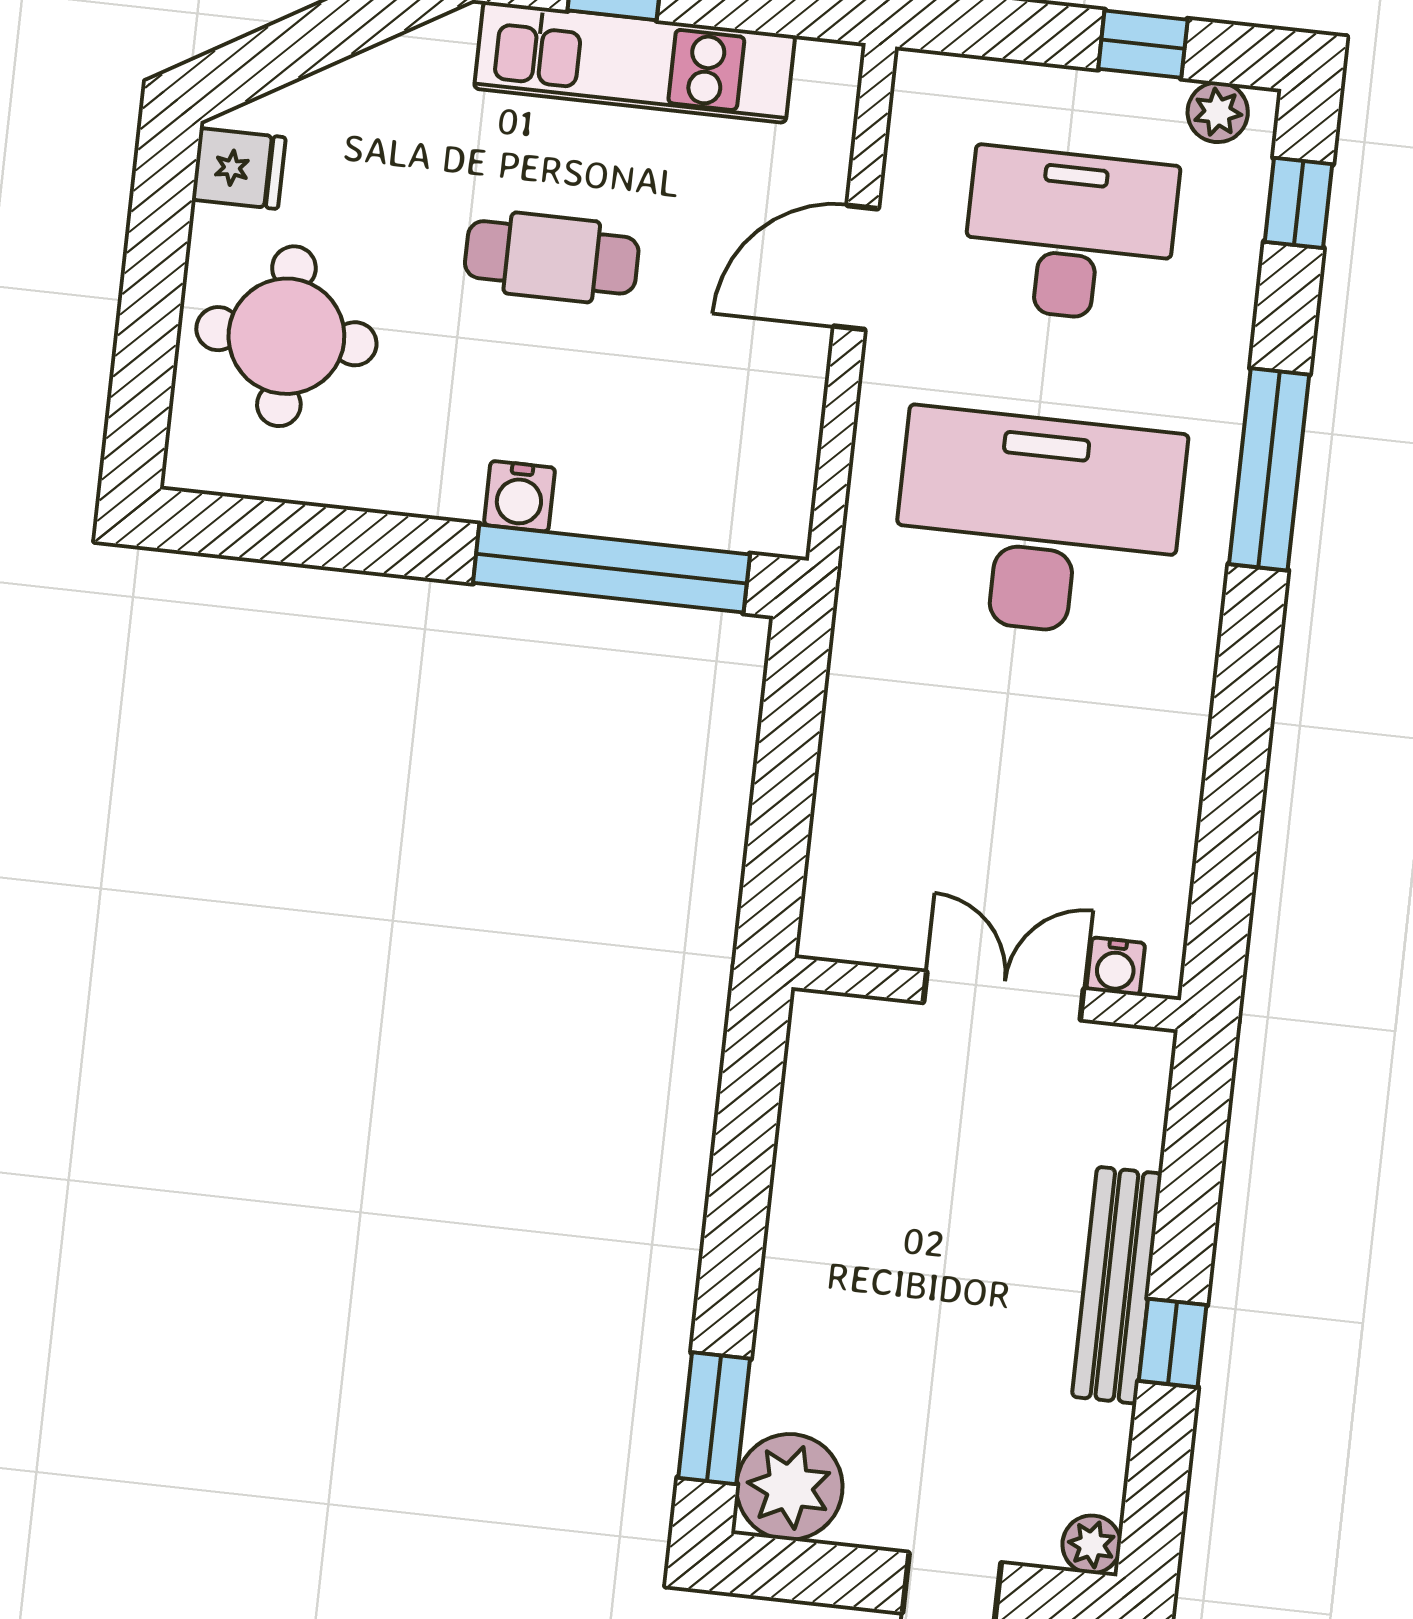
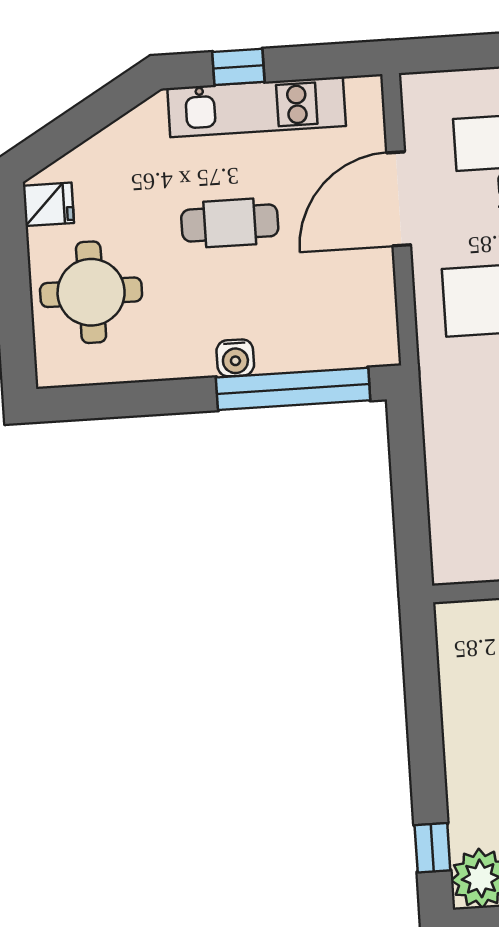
door: (856, 267) -> (399, 199), width x1.36
window: (714, 1418) -> (432, 848), width x0.67

